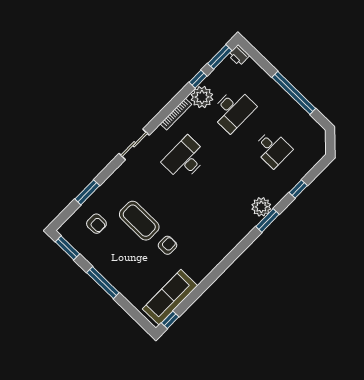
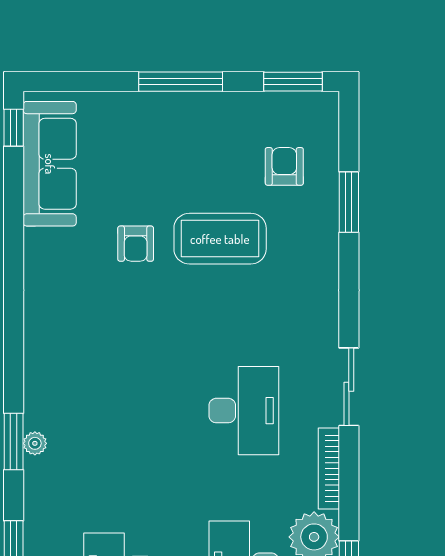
sliding door: (134, 144) -> (349, 387), moved
plant: (261, 207) -> (35, 443), width x0.53, depth x0.53
armchair: (96, 224) -> (284, 166), turned 90

